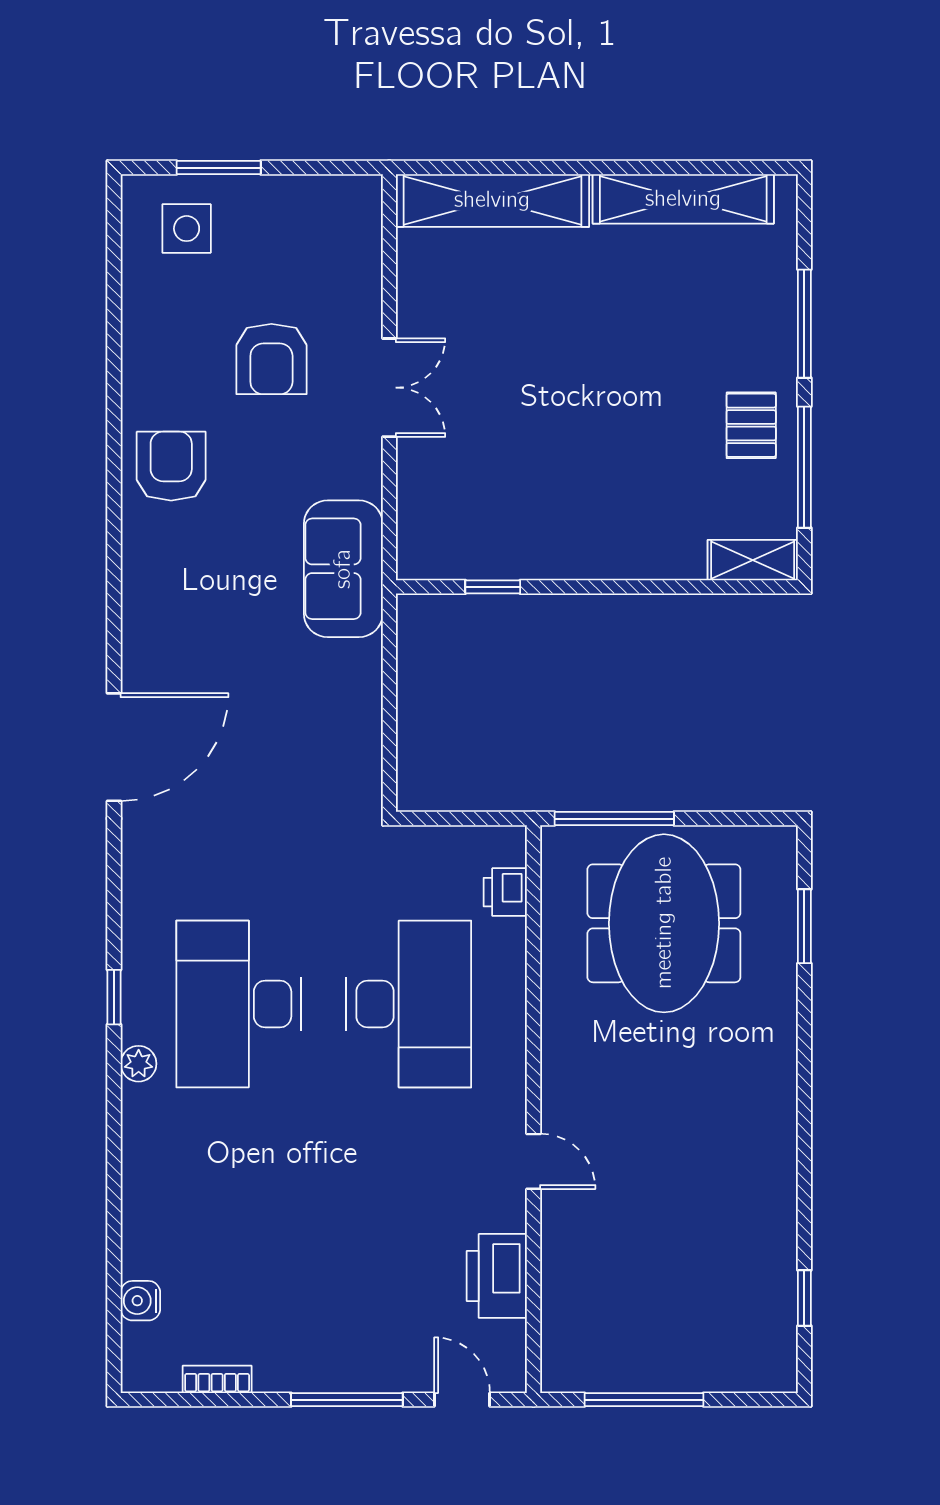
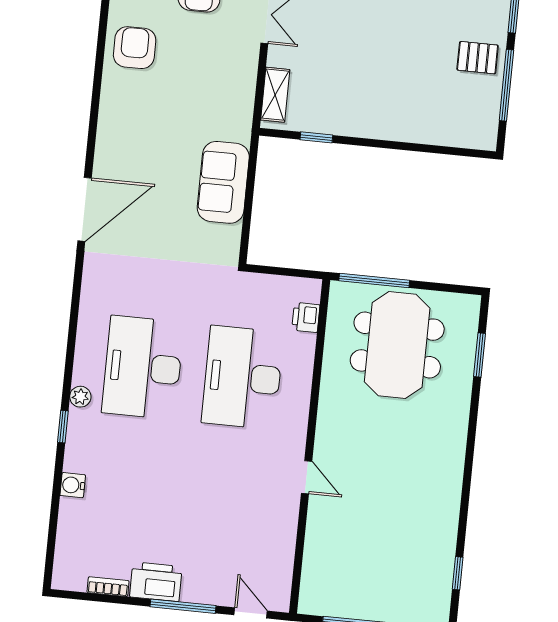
pallet: (751, 425) -> (478, 58), turned 90
shelving: (753, 560) -> (275, 95), moved, turned 90
sofa: (343, 569) -> (223, 182), moved
window: (114, 997) -> (63, 427), moved
desk: (409, 1004) -> (243, 377), turned 180
printer: (497, 1276) -> (156, 582), moved, turned 90
water cooler: (140, 1301) -> (73, 485), moved

